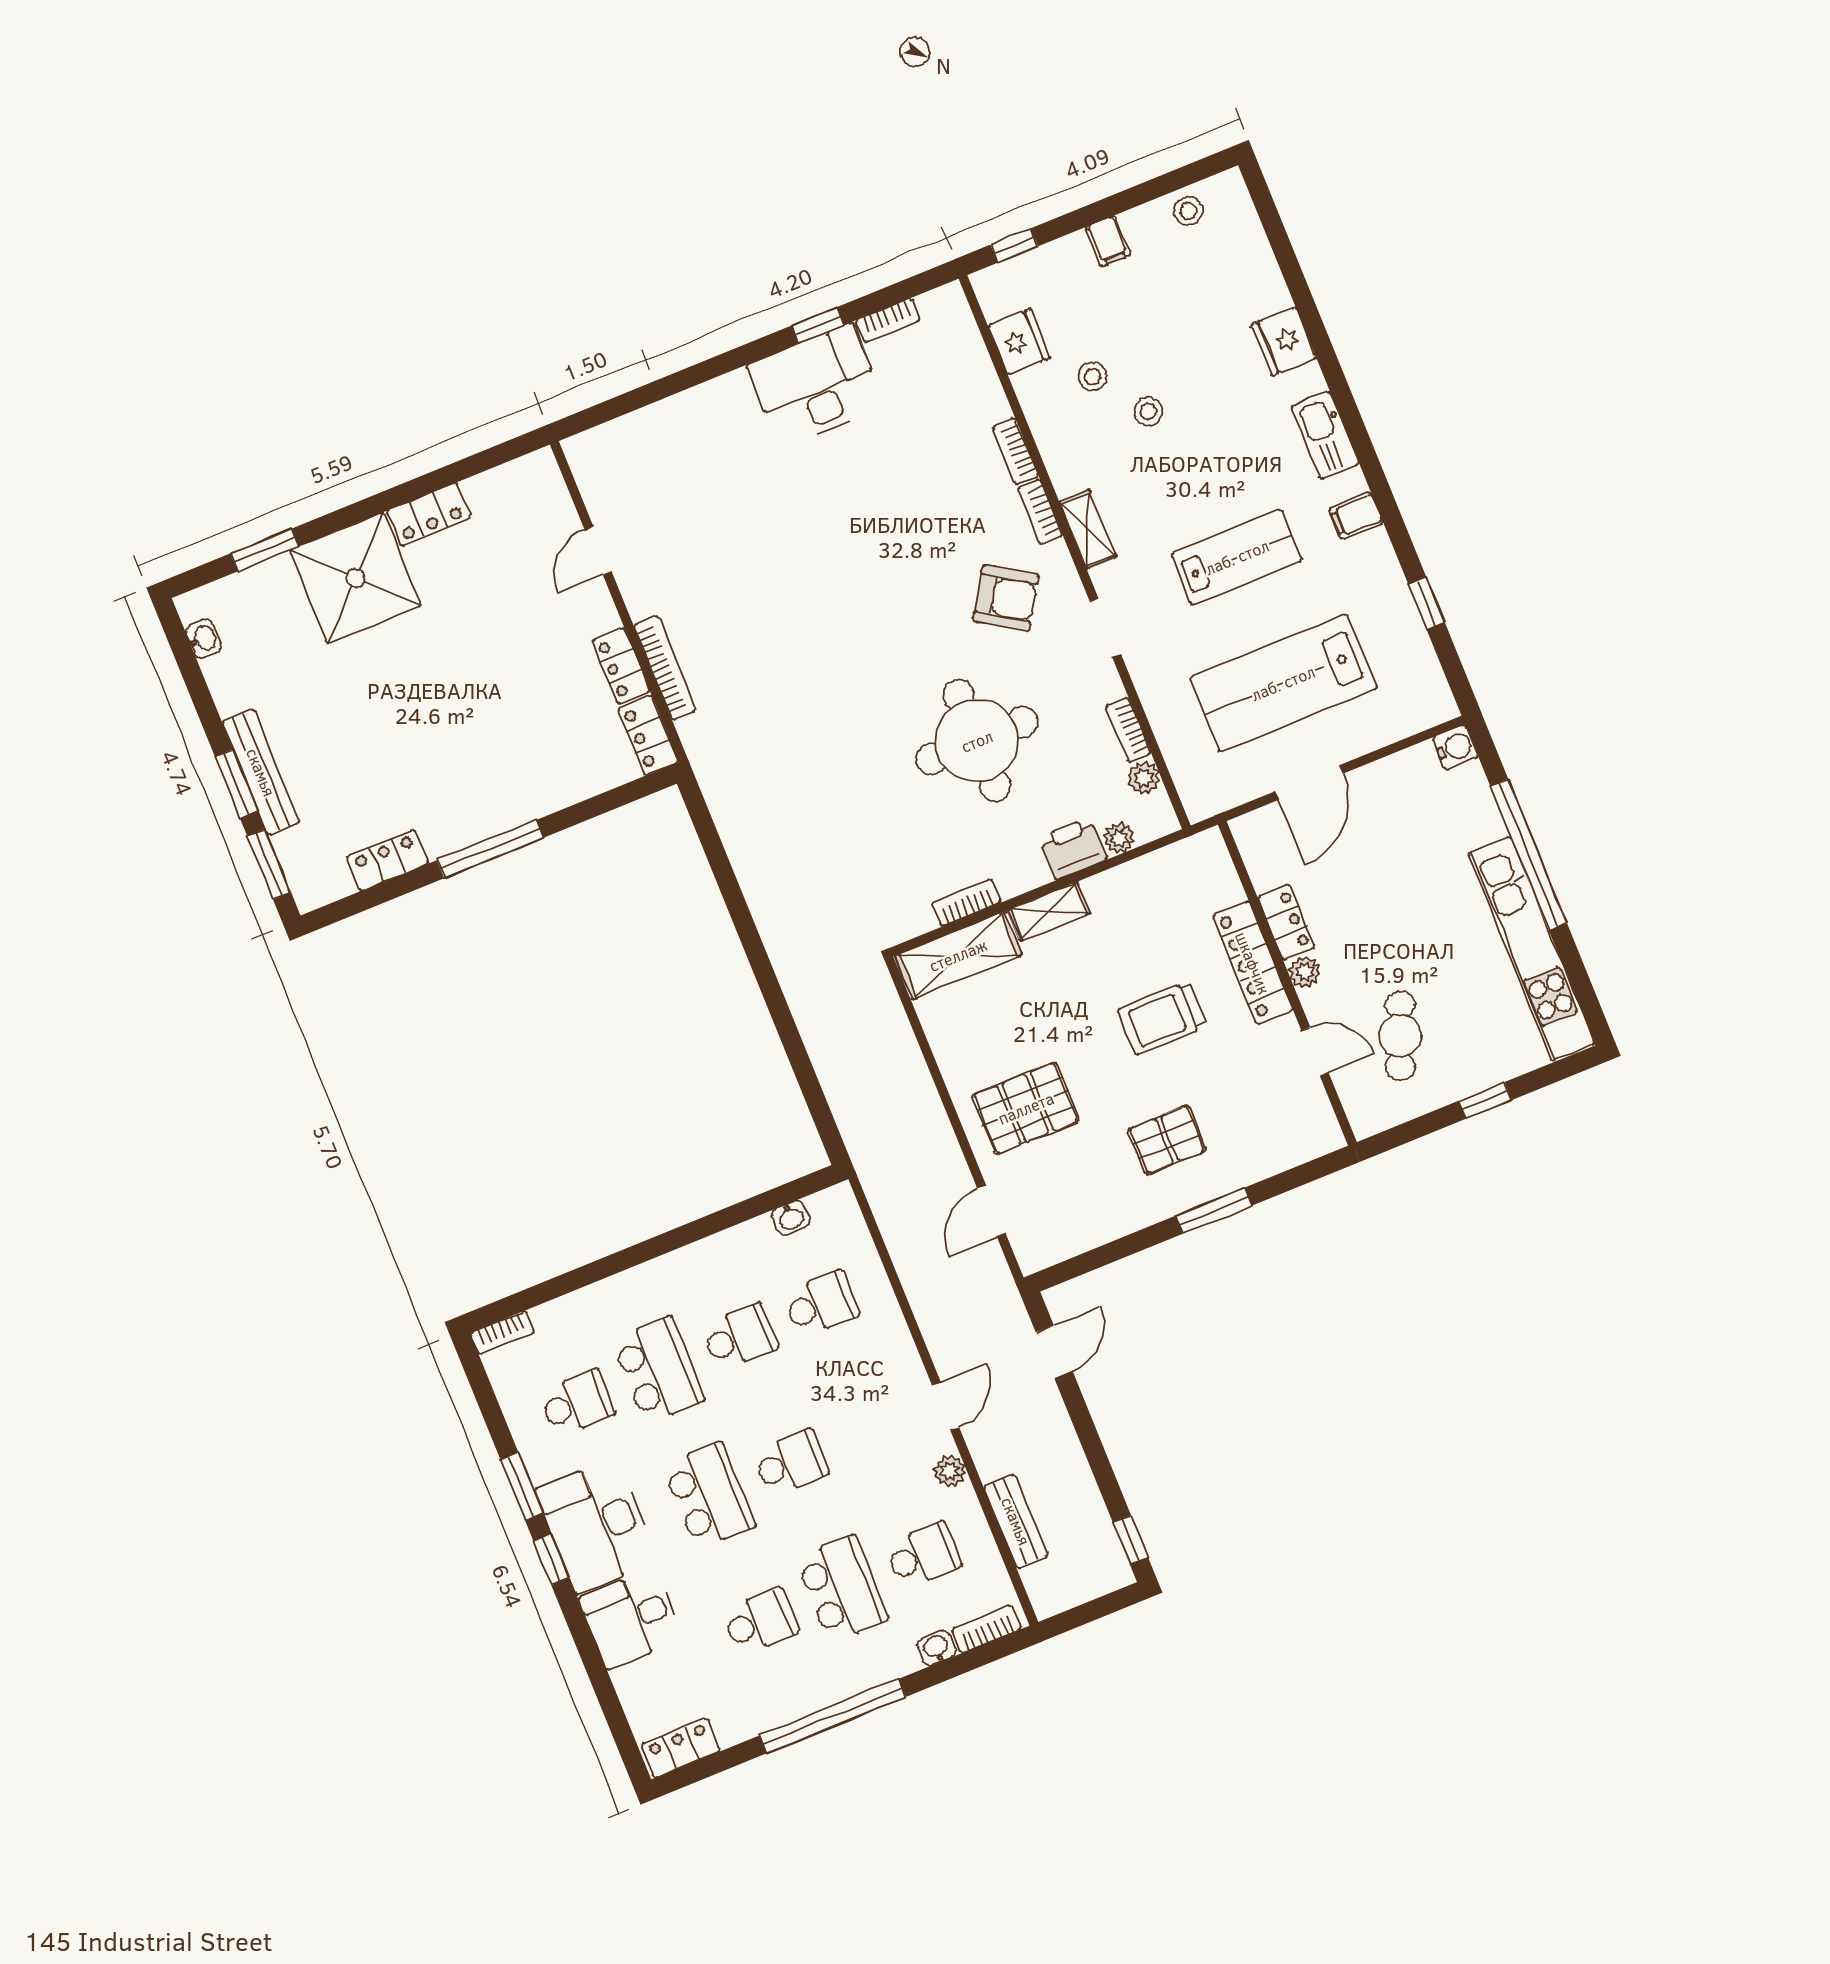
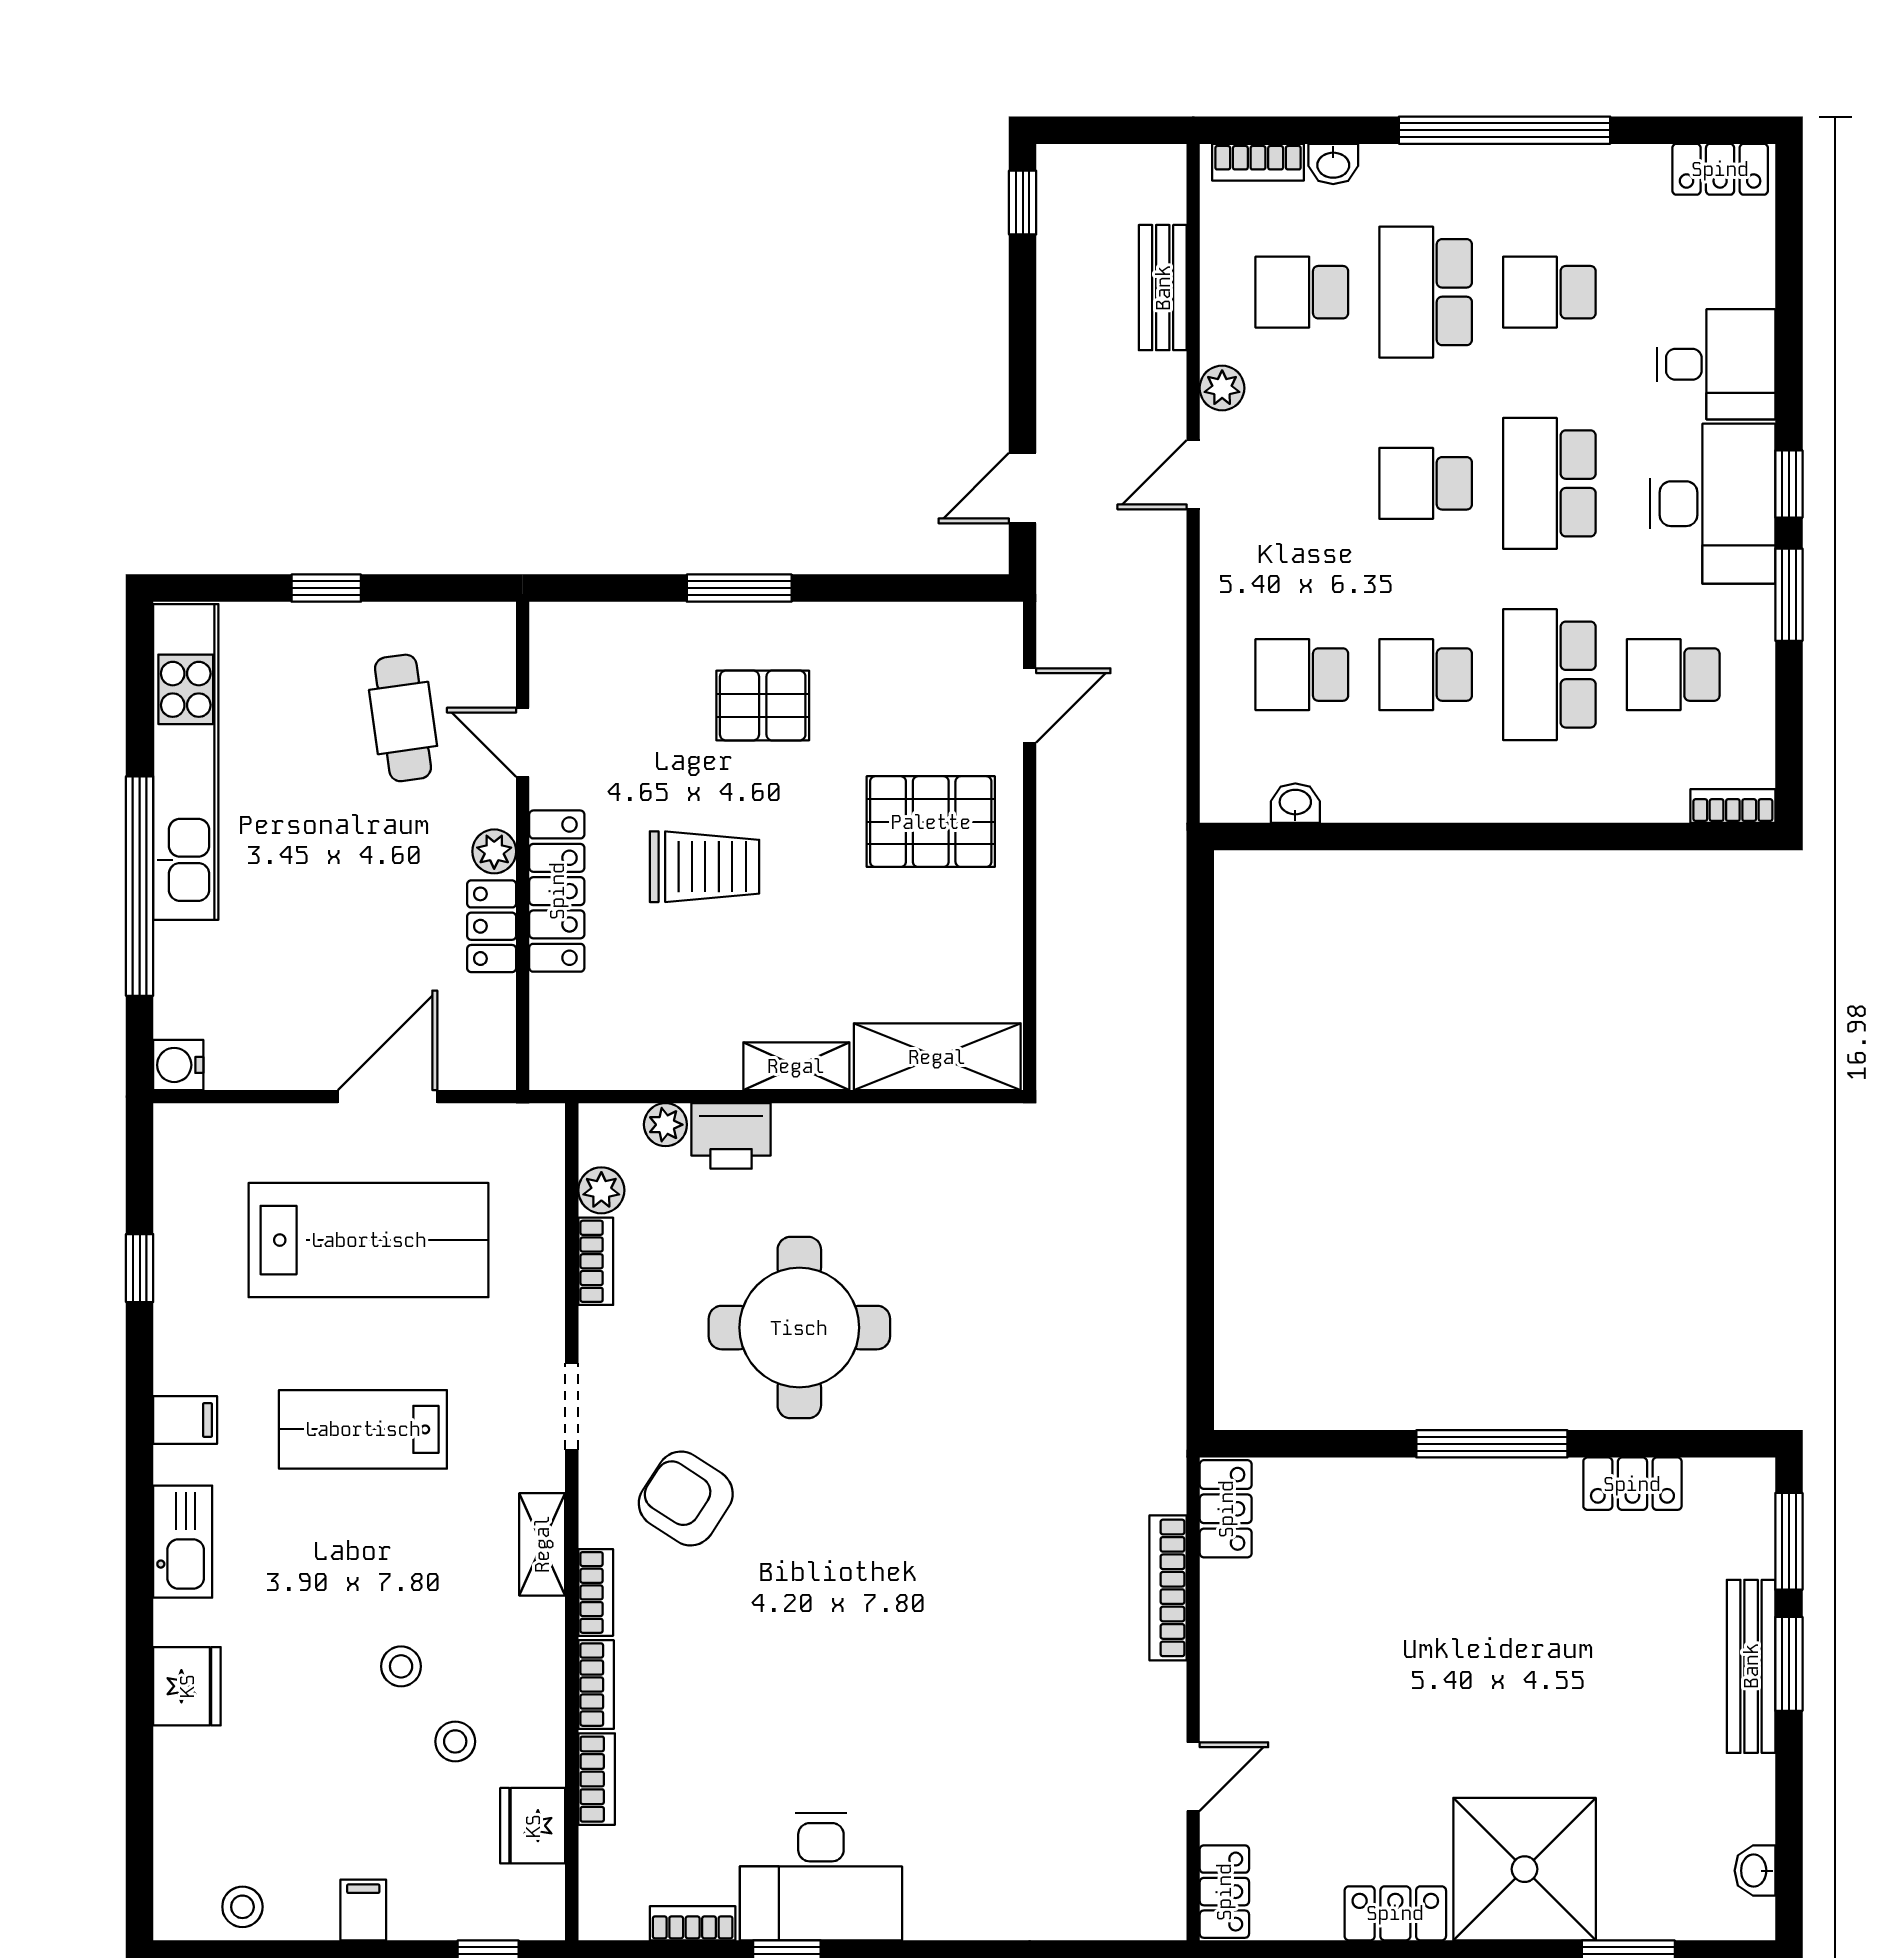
locker: (621, 666) -> (1224, 1892), moved
bookcase: (966, 903) -> (597, 1779), moved, turned -90
cafe table: (1400, 1036) -> (403, 718), turned -30

